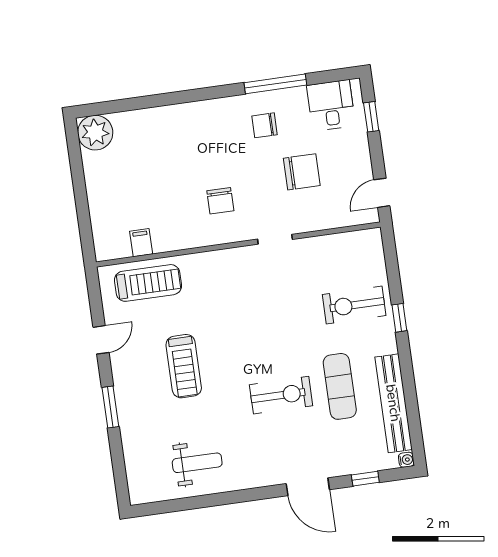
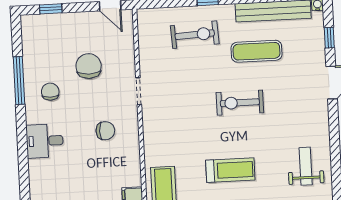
desk: (331, 105) -> (45, 141), moved
chair: (264, 125) -> (50, 92), turned 180
exercise bike: (354, 305) -> (195, 35), turned -93
exercise bike: (281, 395) -> (240, 103), moved, turned -90

